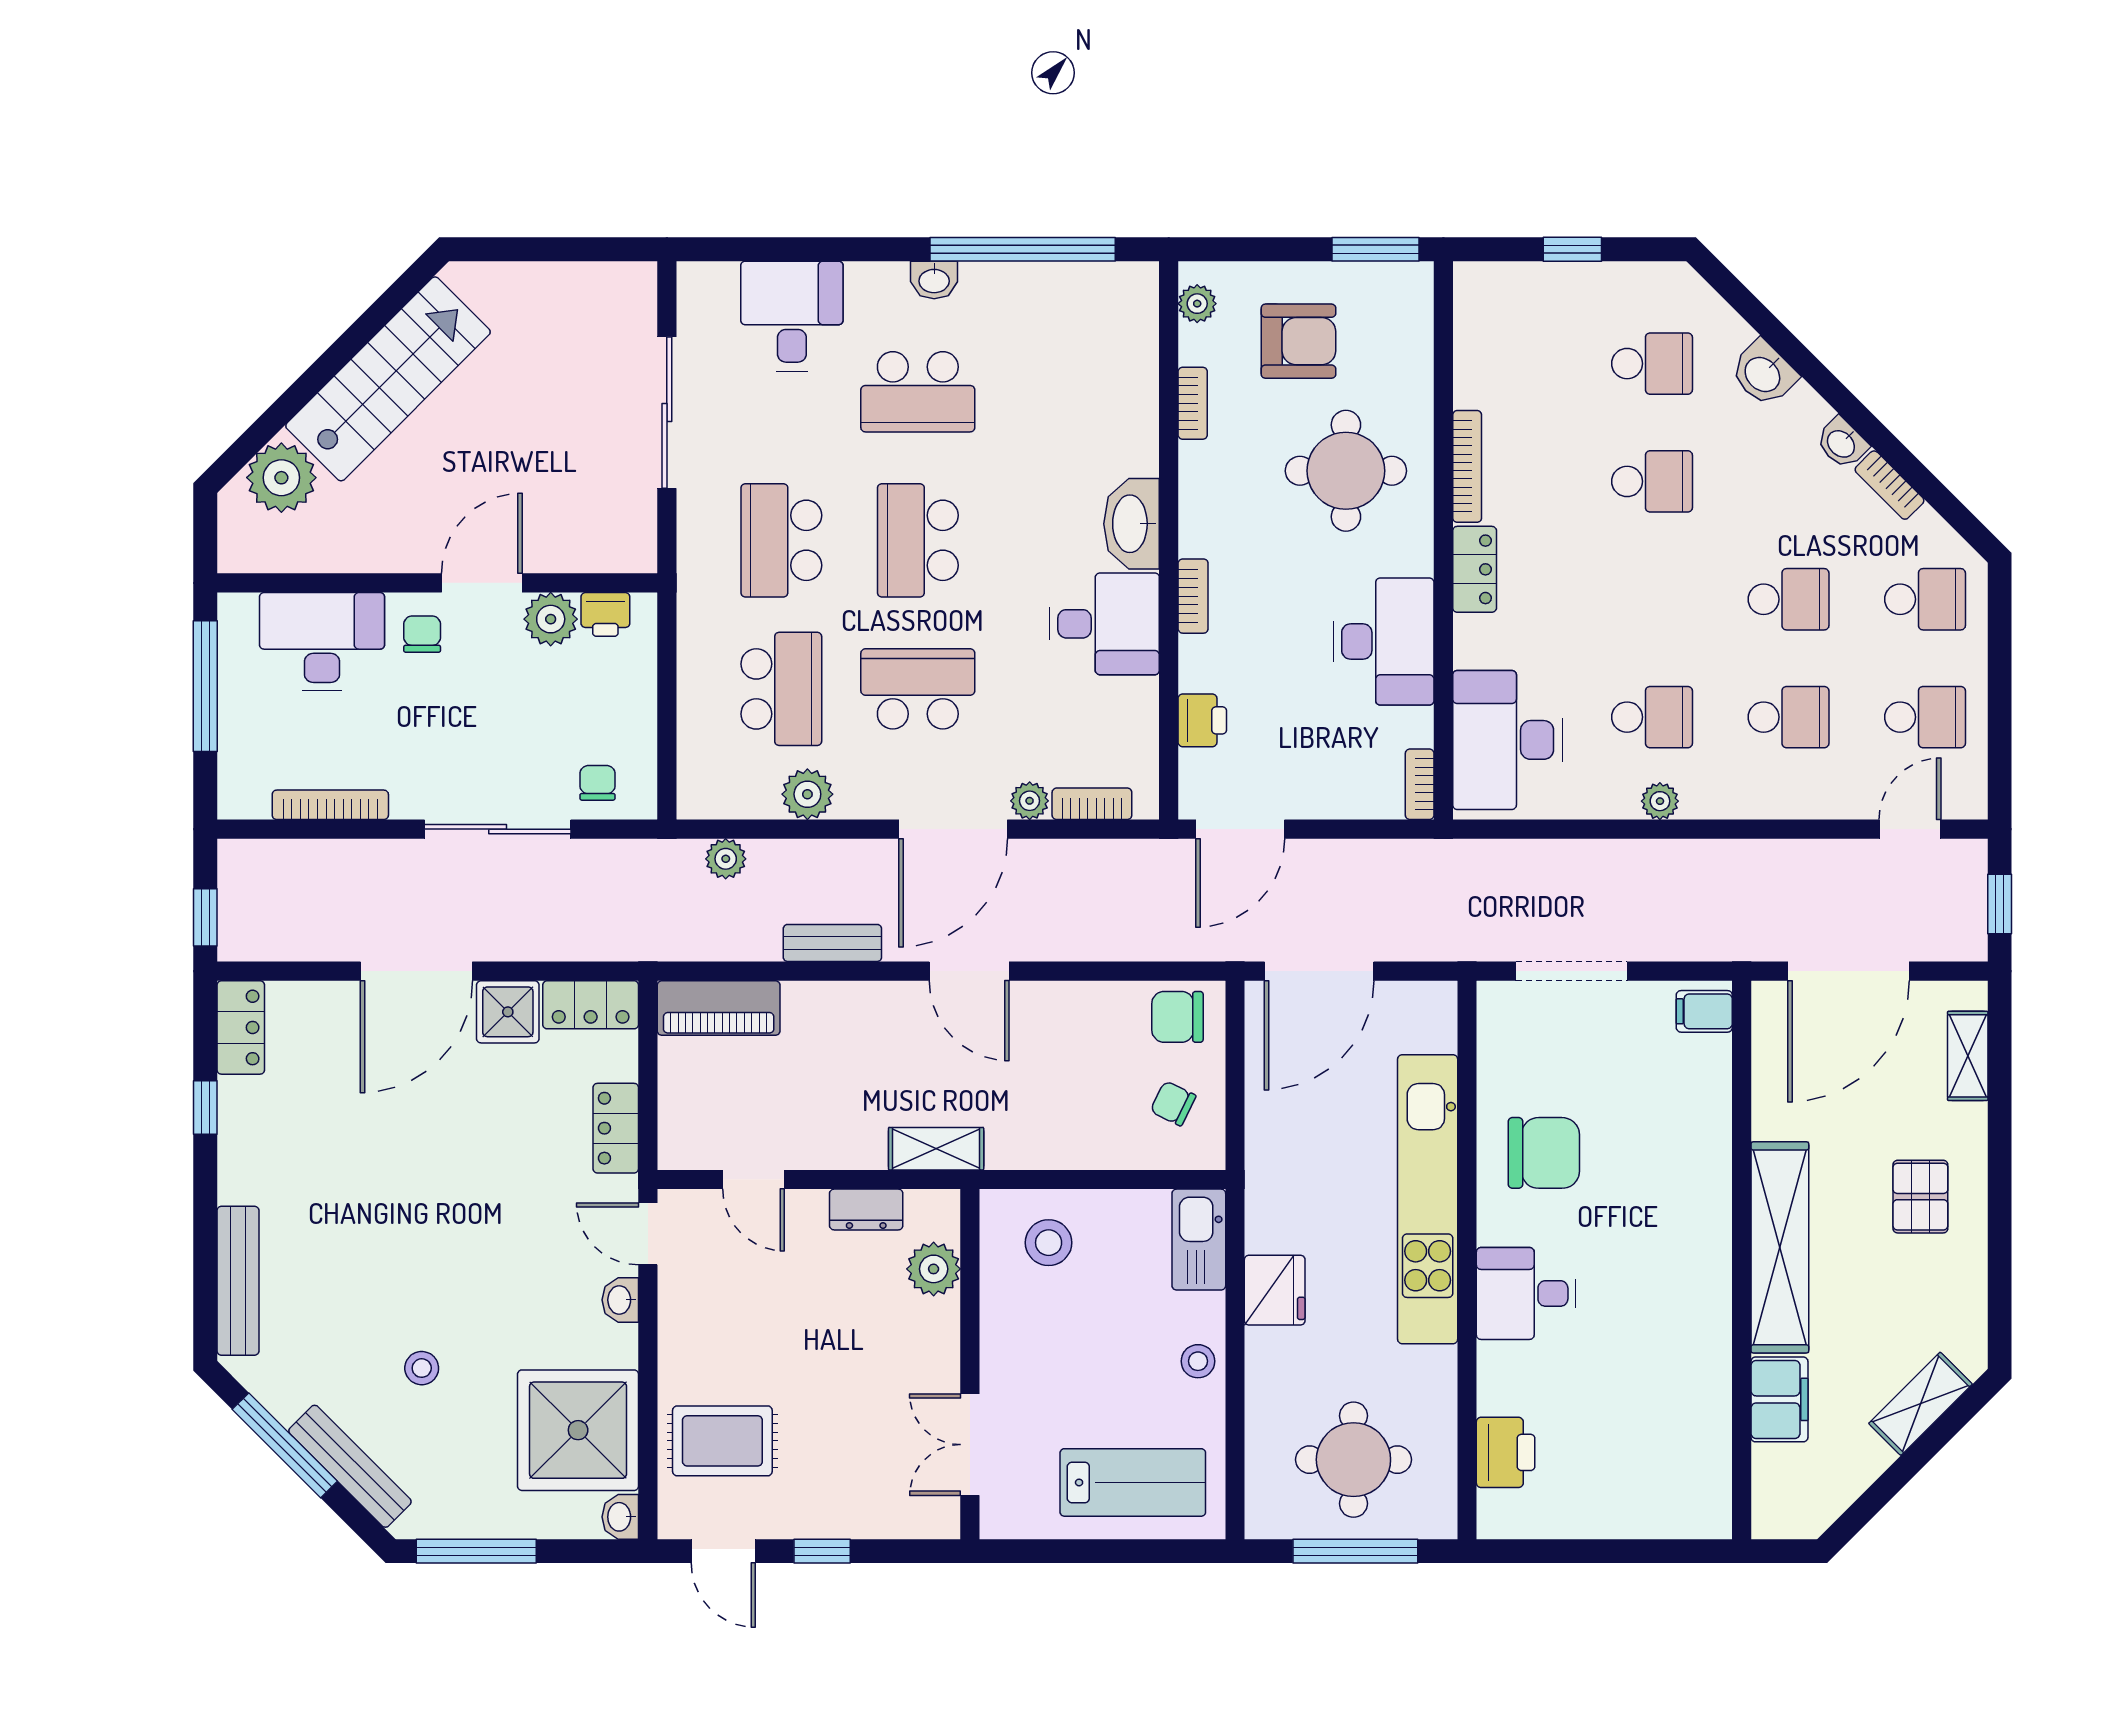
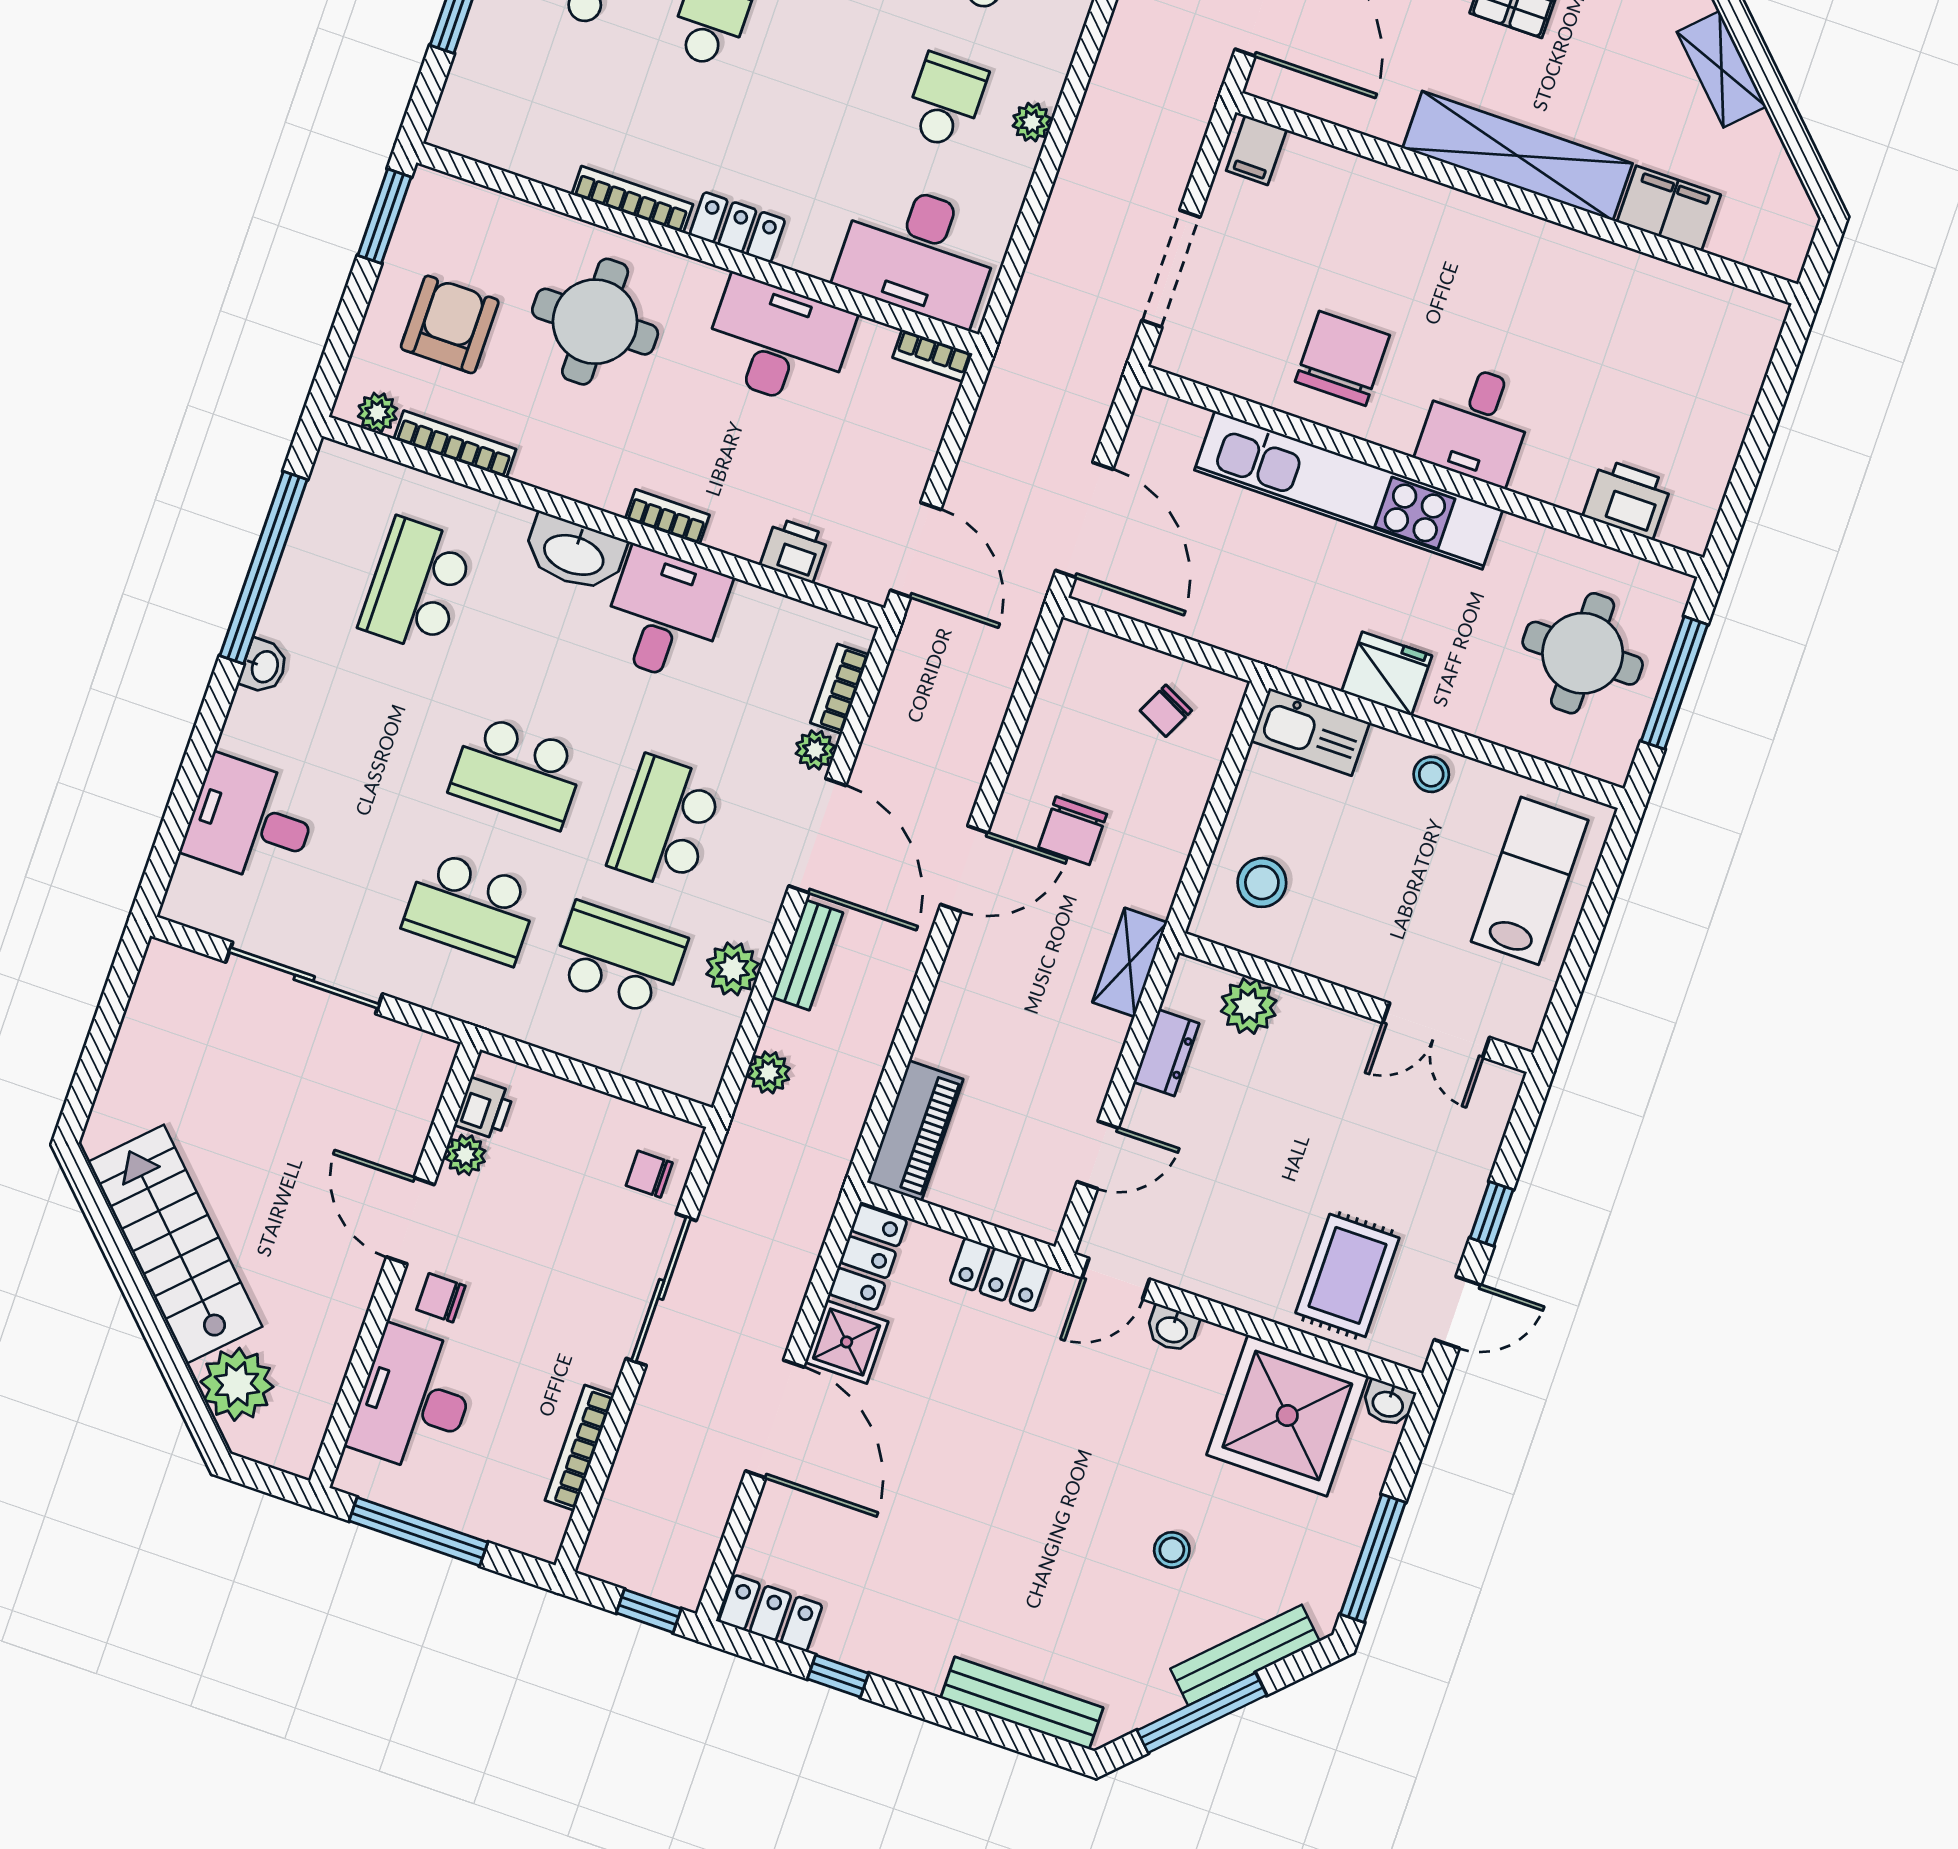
school desk: (918, 392) -> (416, 585), moved, turned 180
bookcase: (1193, 403) -> (455, 444), width x1.56
plant: (551, 619) -> (465, 1155), width x0.73, depth x0.73
bench: (832, 943) -> (808, 955), moved
chair: (1177, 1017) -> (1073, 831), moved

